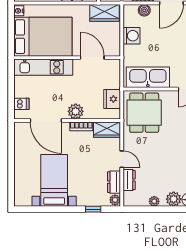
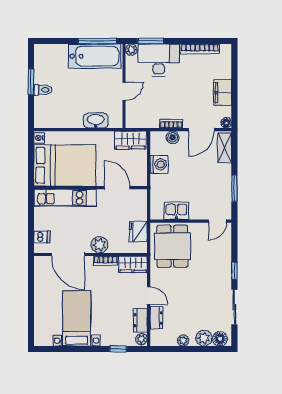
kitchen sink: (148, 77) -> (176, 211), width x0.53, depth x0.81

